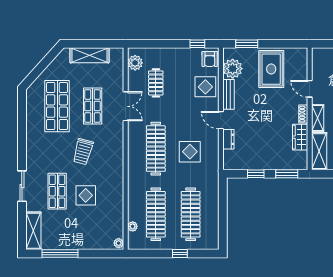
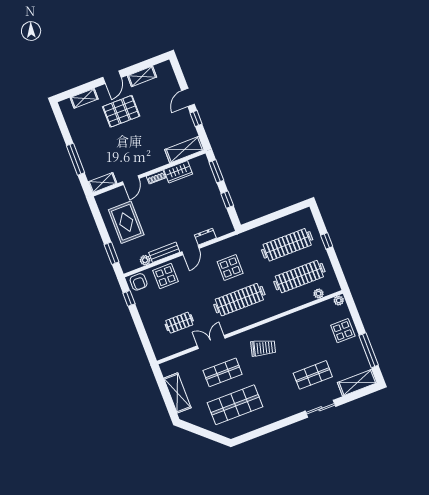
armchair: (210, 59) -> (139, 282), turned 90
plant: (135, 63) -> (168, 349), removed
plant: (233, 69) -> (145, 260), width x0.53, depth x0.53
rug: (271, 69) -> (126, 222), turned 90
shelving: (318, 118) -> (103, 183), moved
trolley: (83, 152) -> (263, 348), moved
display table: (86, 195) -> (343, 331), moved

